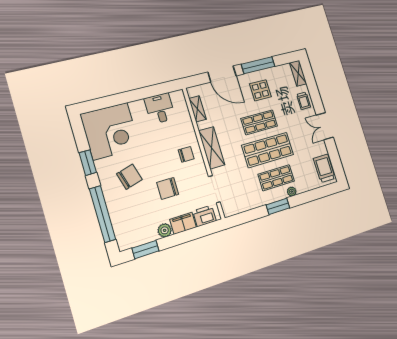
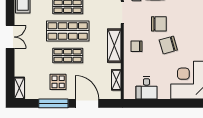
trolley: (304, 101) -> (22, 63), removed
chair: (129, 177) -> (168, 45), moved

